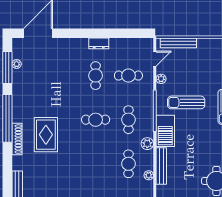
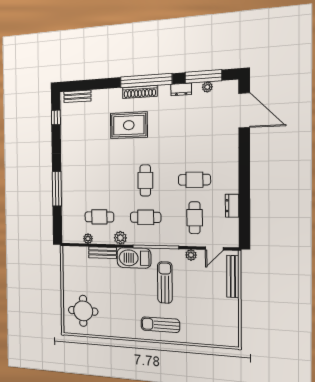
dresser: (99, 43) -> (232, 206), moved
door: (155, 59) -> (214, 248), hinge flipped
dresser: (17, 87) -> (181, 89), added
shoe rack: (17, 139) -> (140, 92), moved
bench: (161, 166) -> (102, 253), width x0.73

